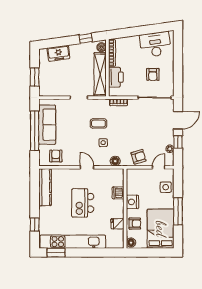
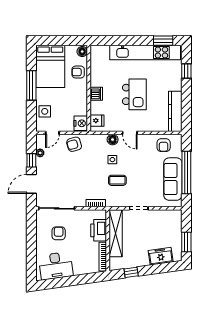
boiler: (101, 47) -> (114, 263), removed
window: (35, 77) -> (186, 242), moved
floor lamp: (115, 161) -> (113, 140), moved
dishwasher: (118, 193) -> (96, 94), moved
nightstand: (132, 202) -> (81, 123), moved
fridge: (117, 224) -> (97, 121), moved

